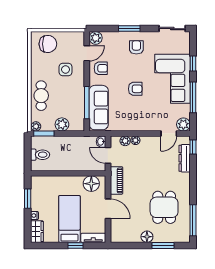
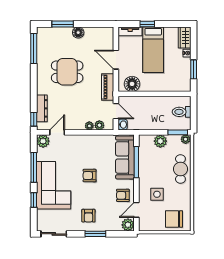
dining table: (164, 207) -> (67, 72), moved, turned 90

